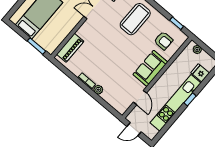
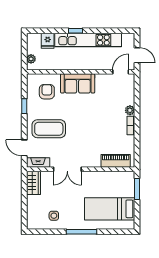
window: (177, 23) -> (24, 106), moved
door: (140, 98) -> (121, 72), moved

